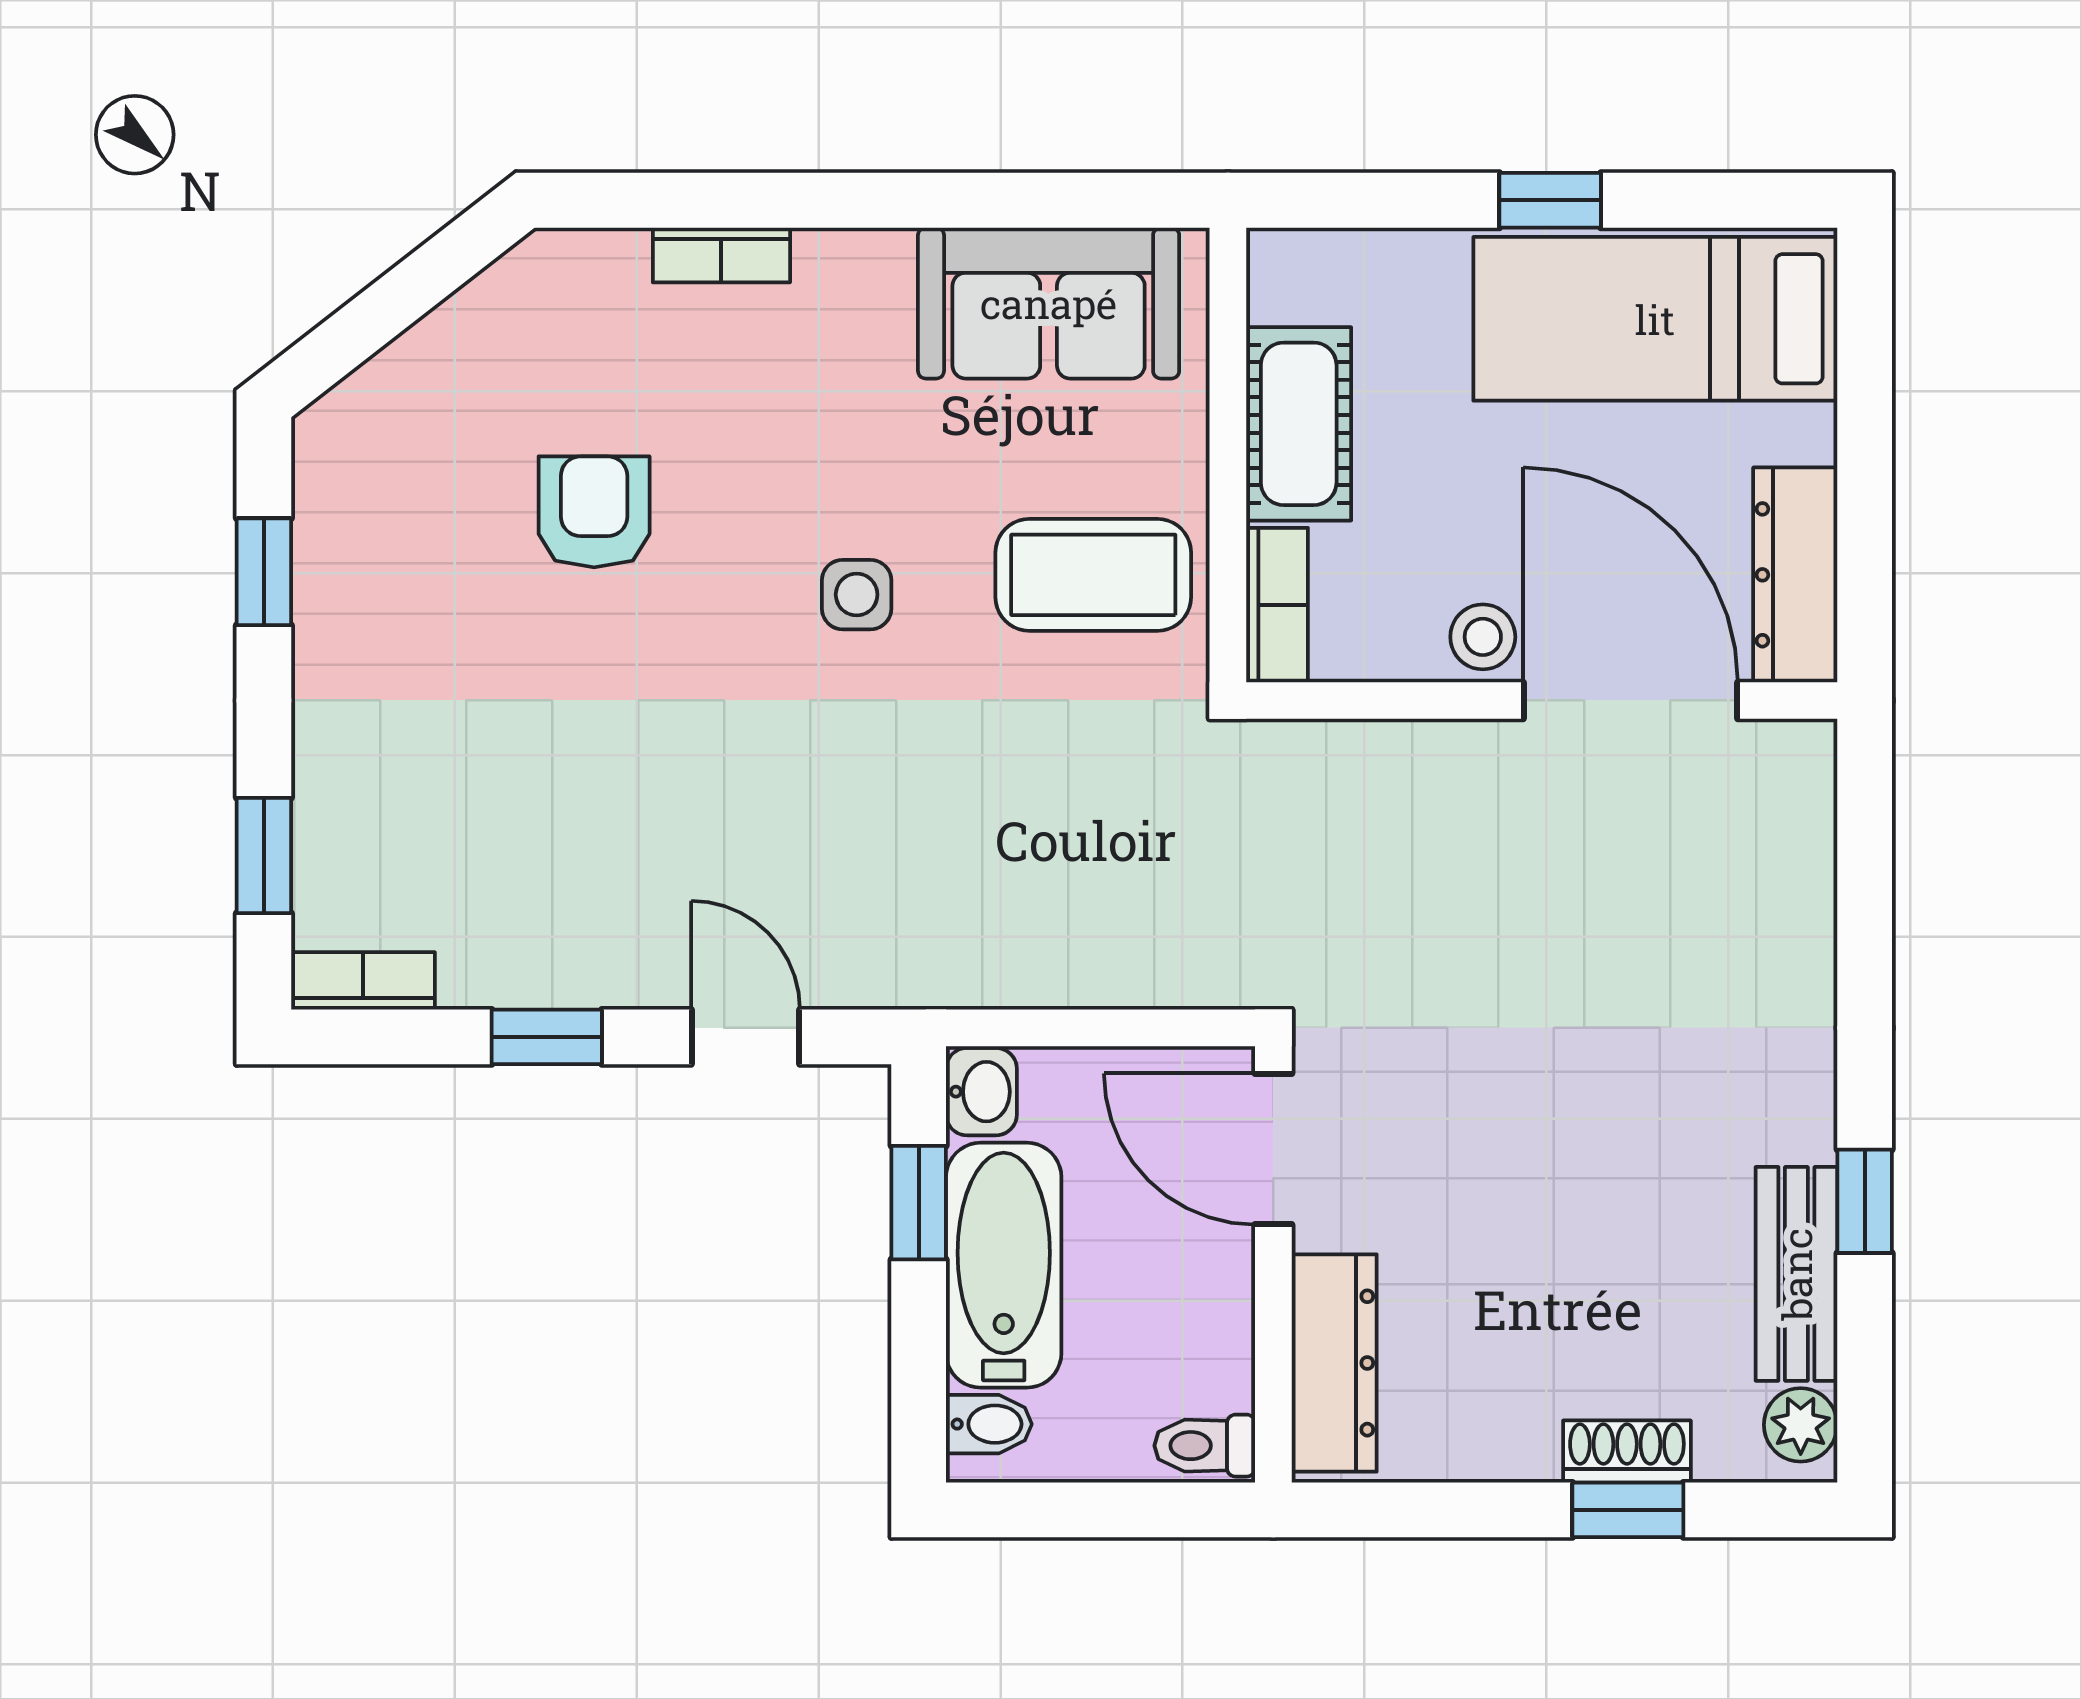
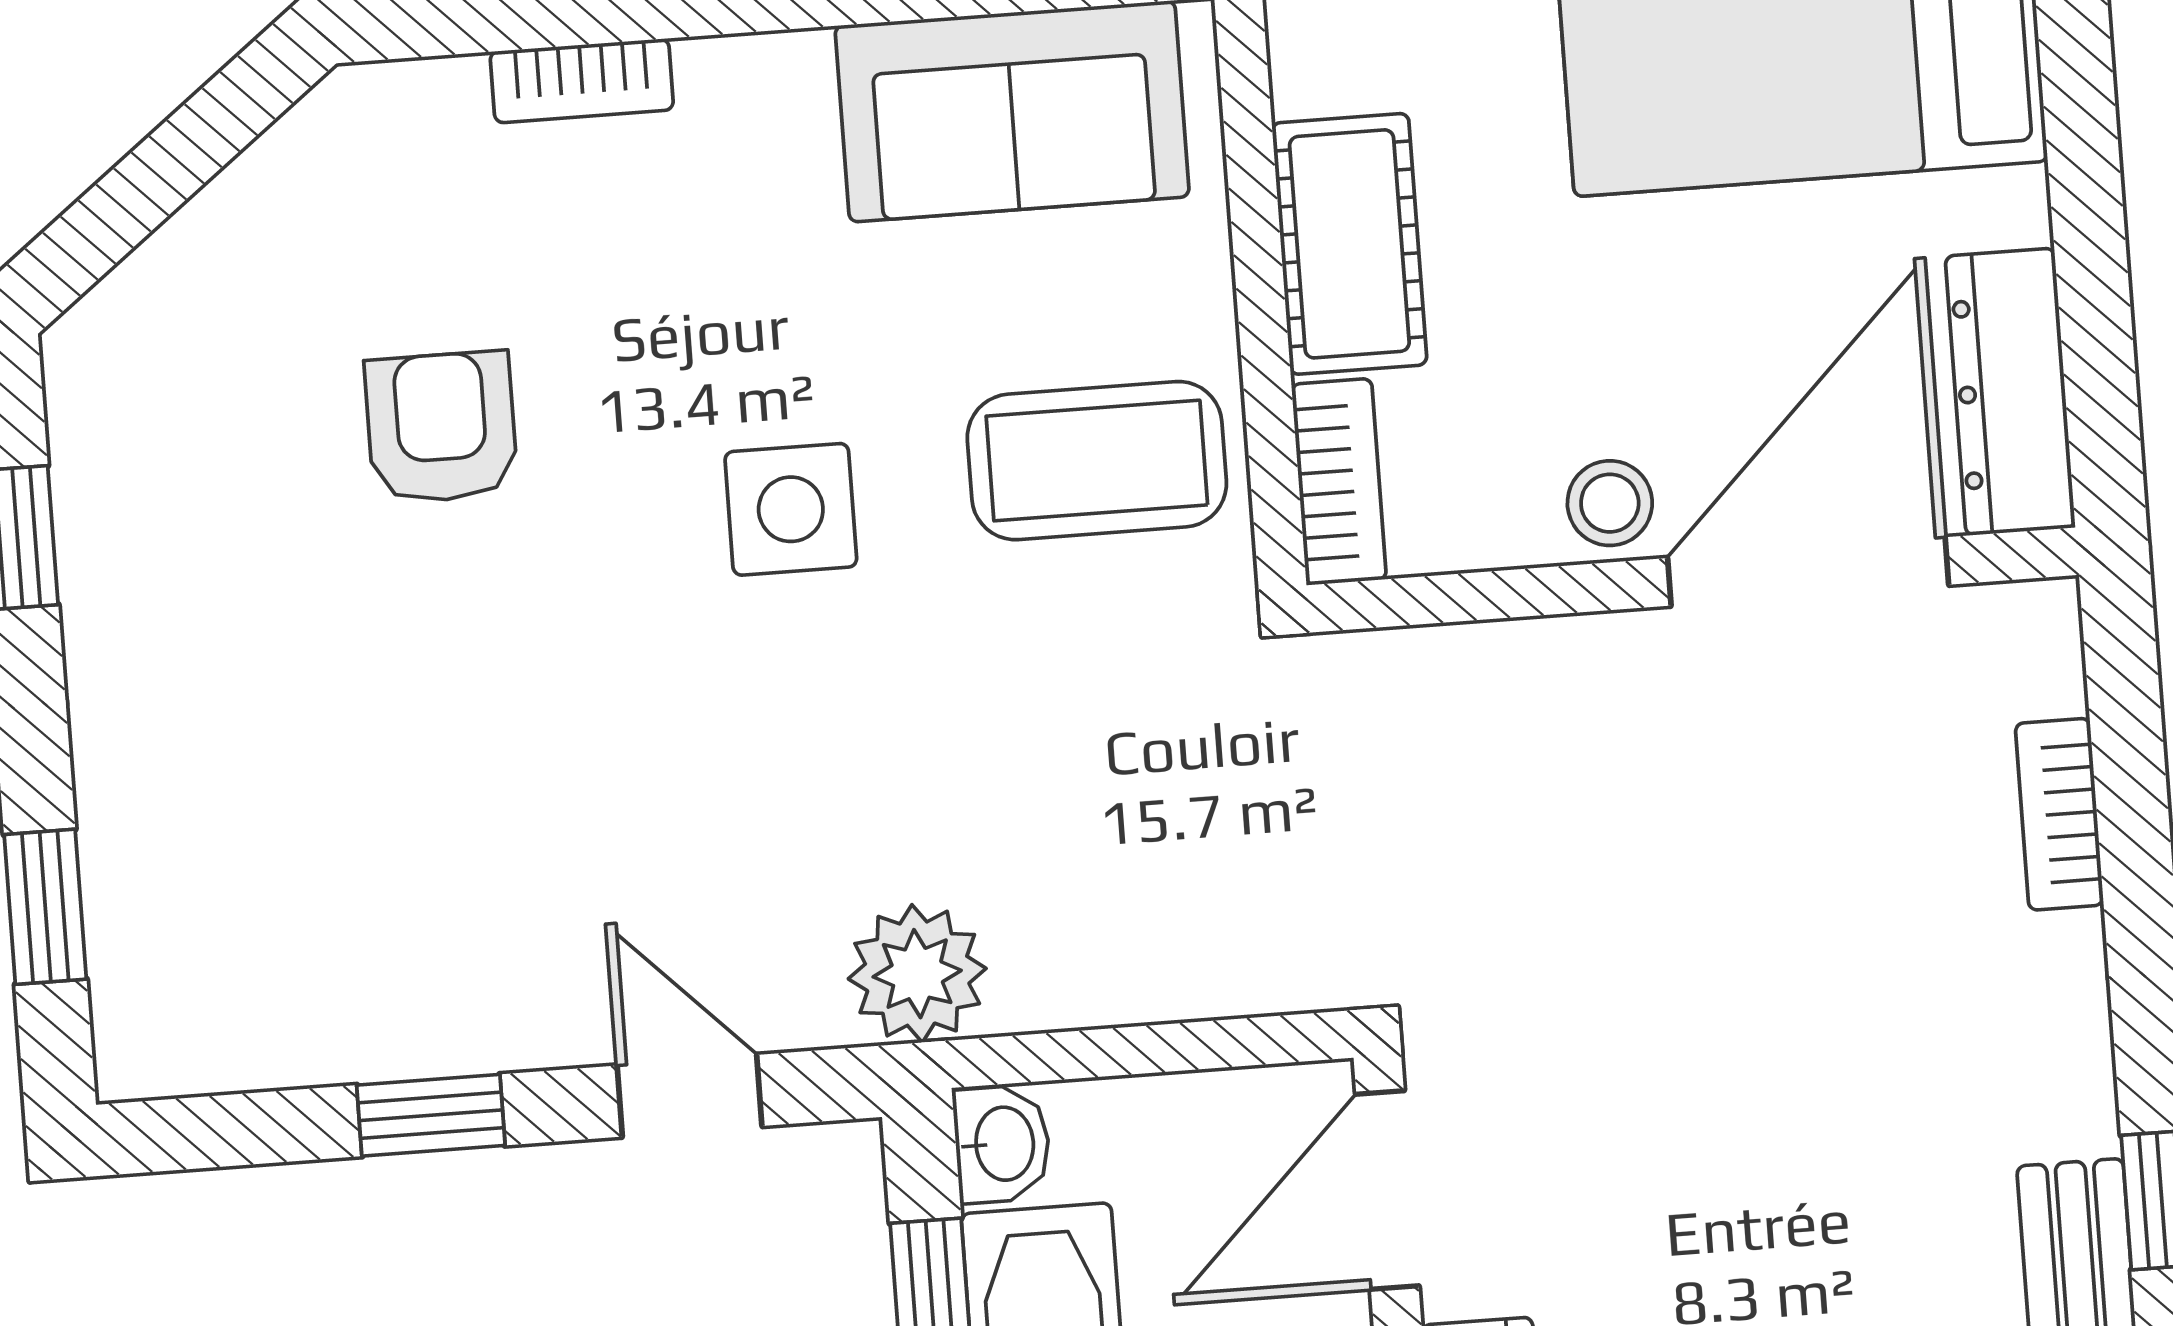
side table: (857, 595) -> (791, 509), width x1.37, depth x1.37
door: (1630, 700) -> (1808, 571), hinge flipped
plant: (926, 957) -> (917, 974), added
bookcase: (363, 981) -> (2059, 814), moved, turned -90
door: (1273, 1149) -> (1387, 1190), hinge flipped

